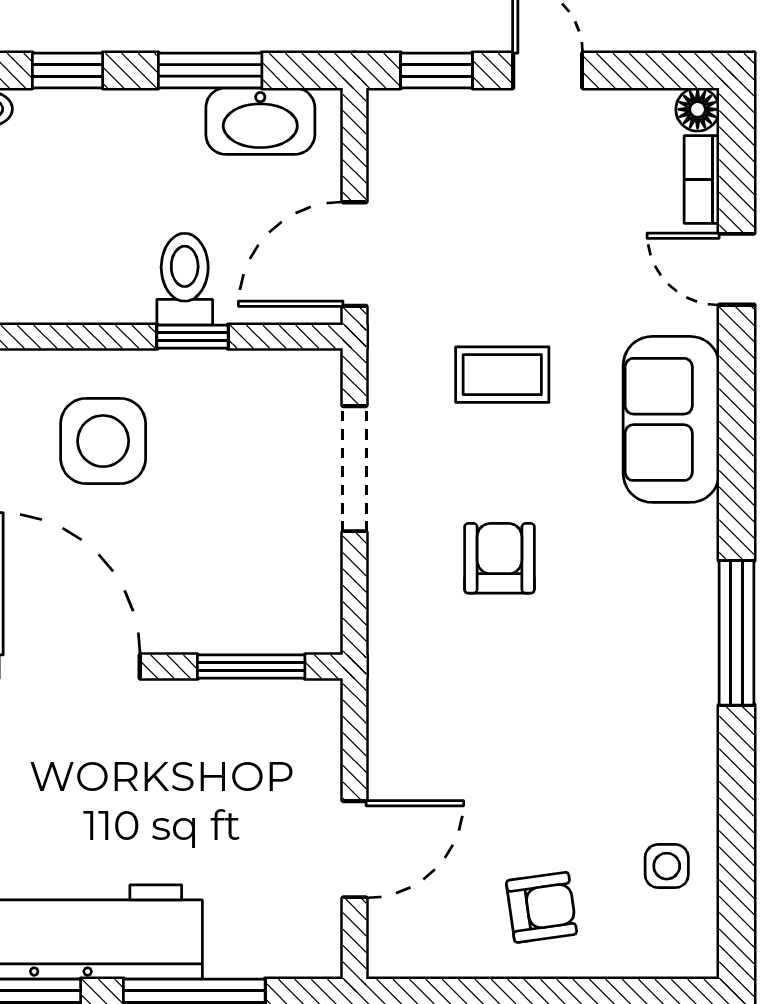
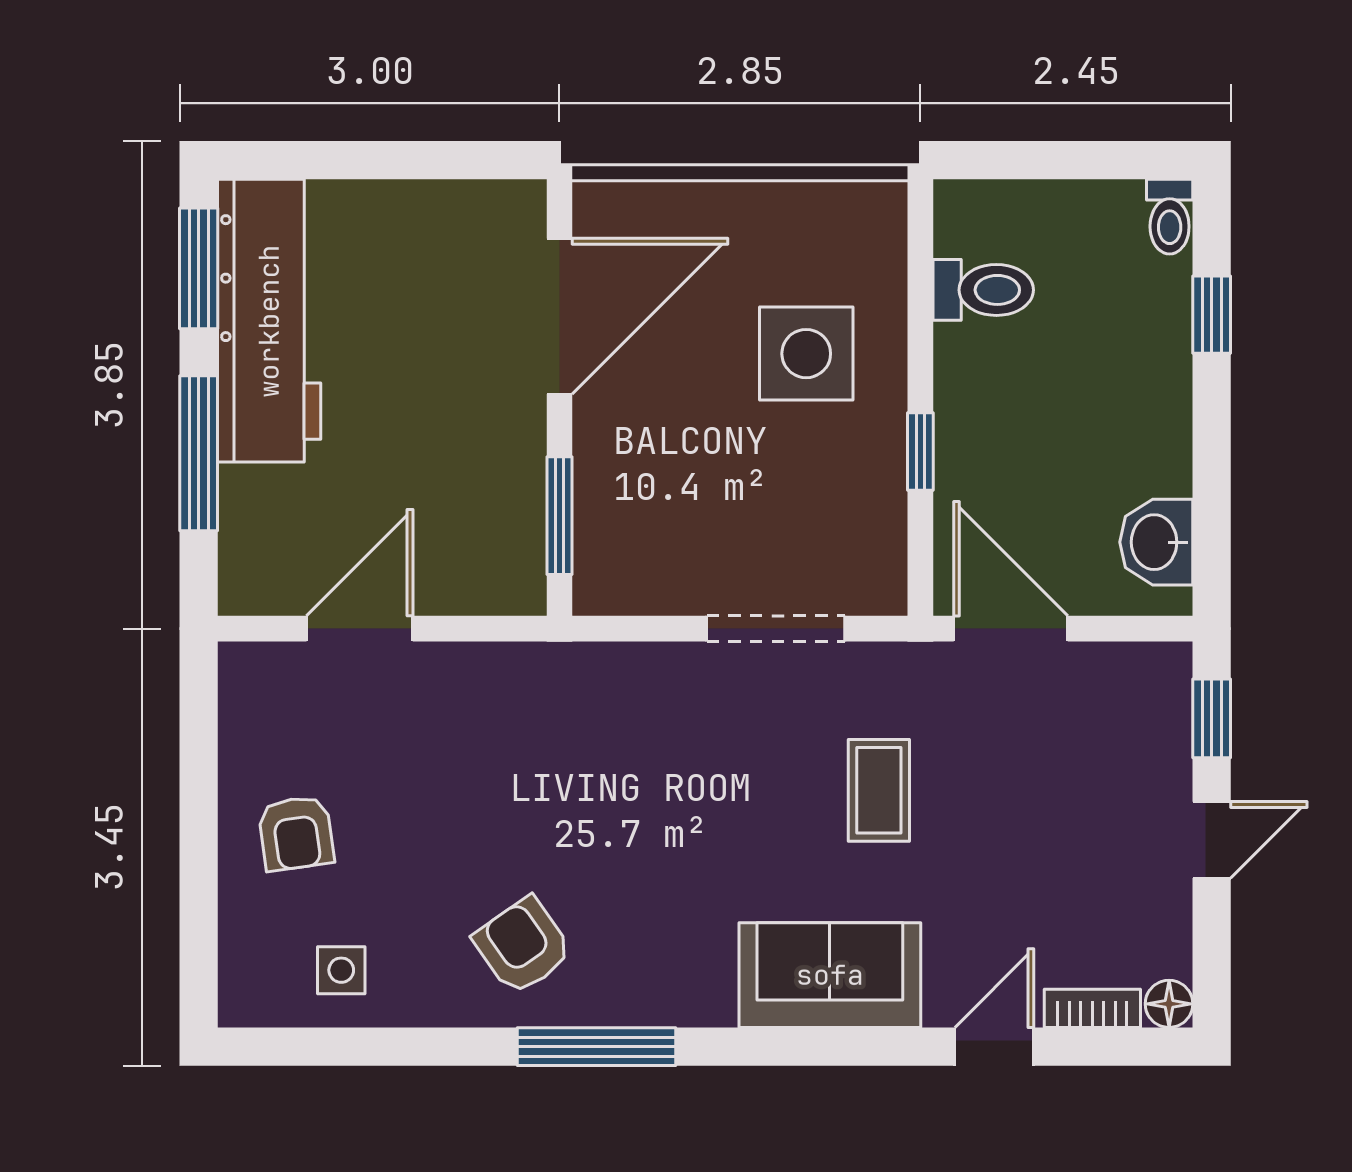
window: (210, 70) -> (1212, 471), removed
washbasin: (260, 121) -> (1156, 542), width x0.72
toilet: (185, 279) -> (983, 290), moved
armchair: (499, 558) -> (523, 946), moved, turned -125
door: (355, 849) -> (360, 629), swing flipped

